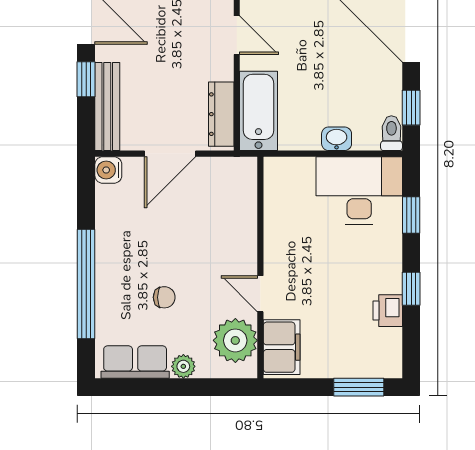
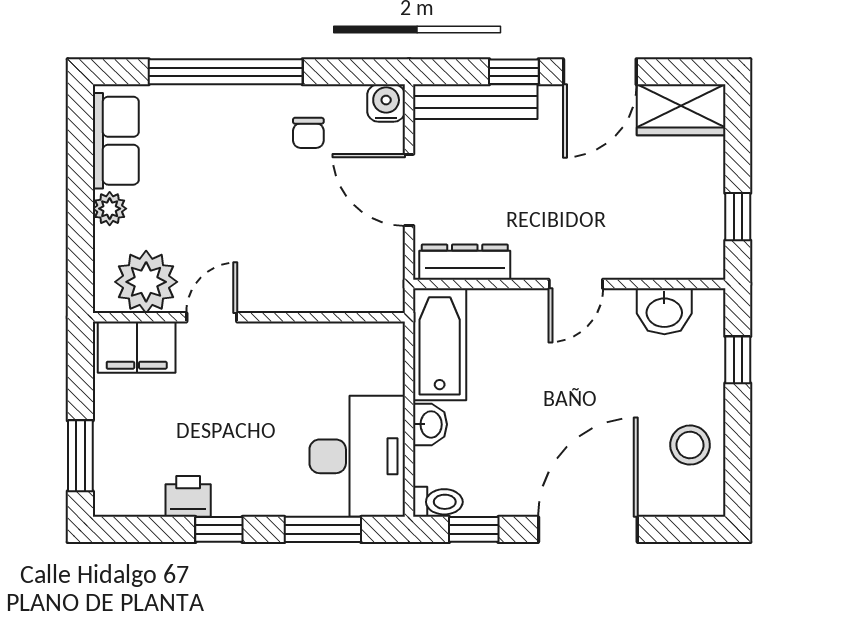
bathtub: (258, 111) -> (440, 344), moved, turned -90
window: (411, 215) -> (323, 529), width x1.50
chair: (164, 297) -> (308, 133), moved

